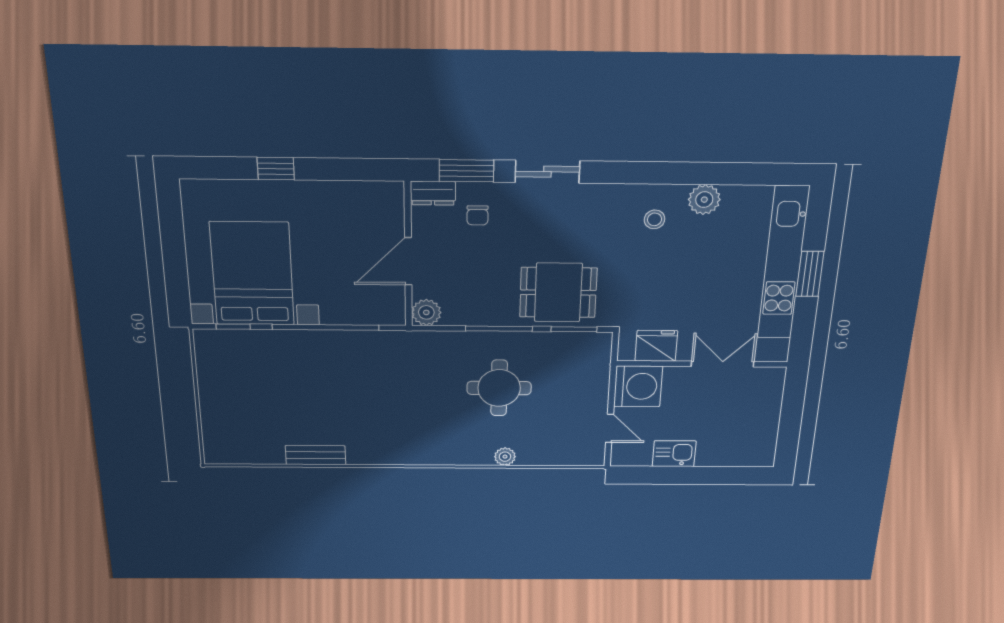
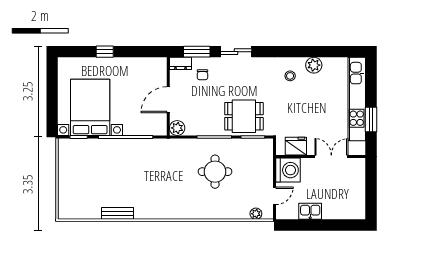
window: (810, 274) -> (371, 120), moved
door: (610, 428) -> (274, 196), hinge flipped
plant: (505, 457) -> (256, 214), moved

